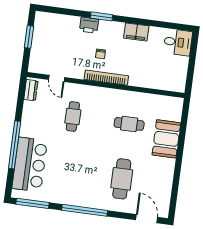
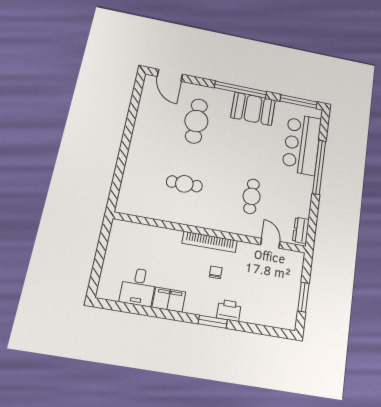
desk: (178, 42) -> (138, 287), moved, turned -90
booth: (166, 139) -> (253, 109), moved, turned 90

